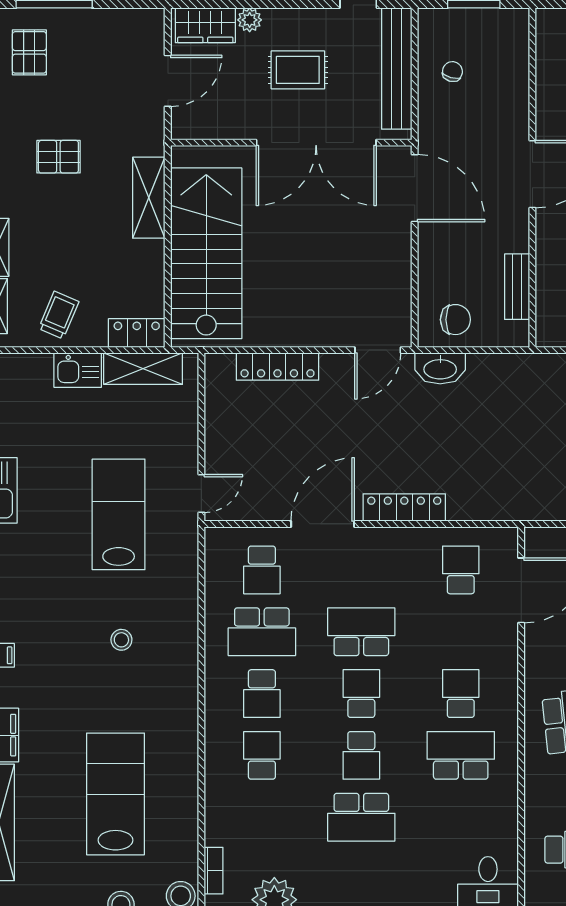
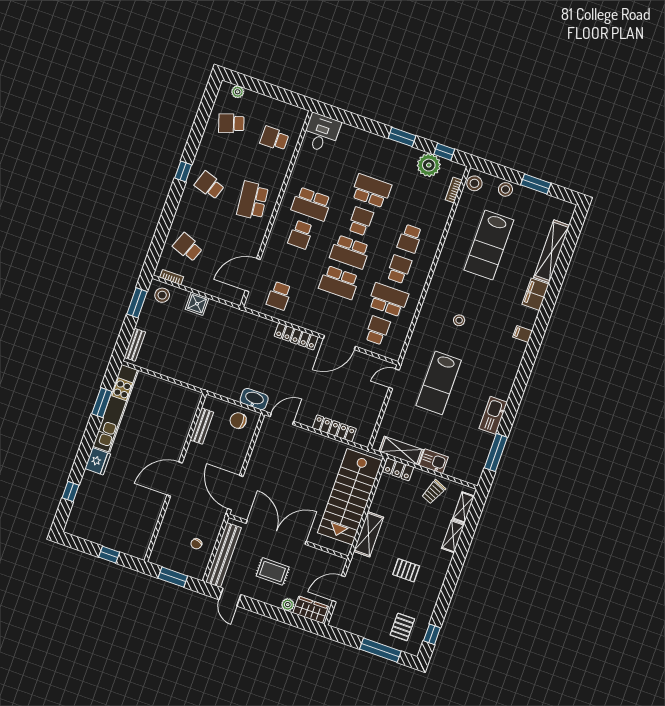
school desk: (361, 694) -> (350, 252), width x1.85

